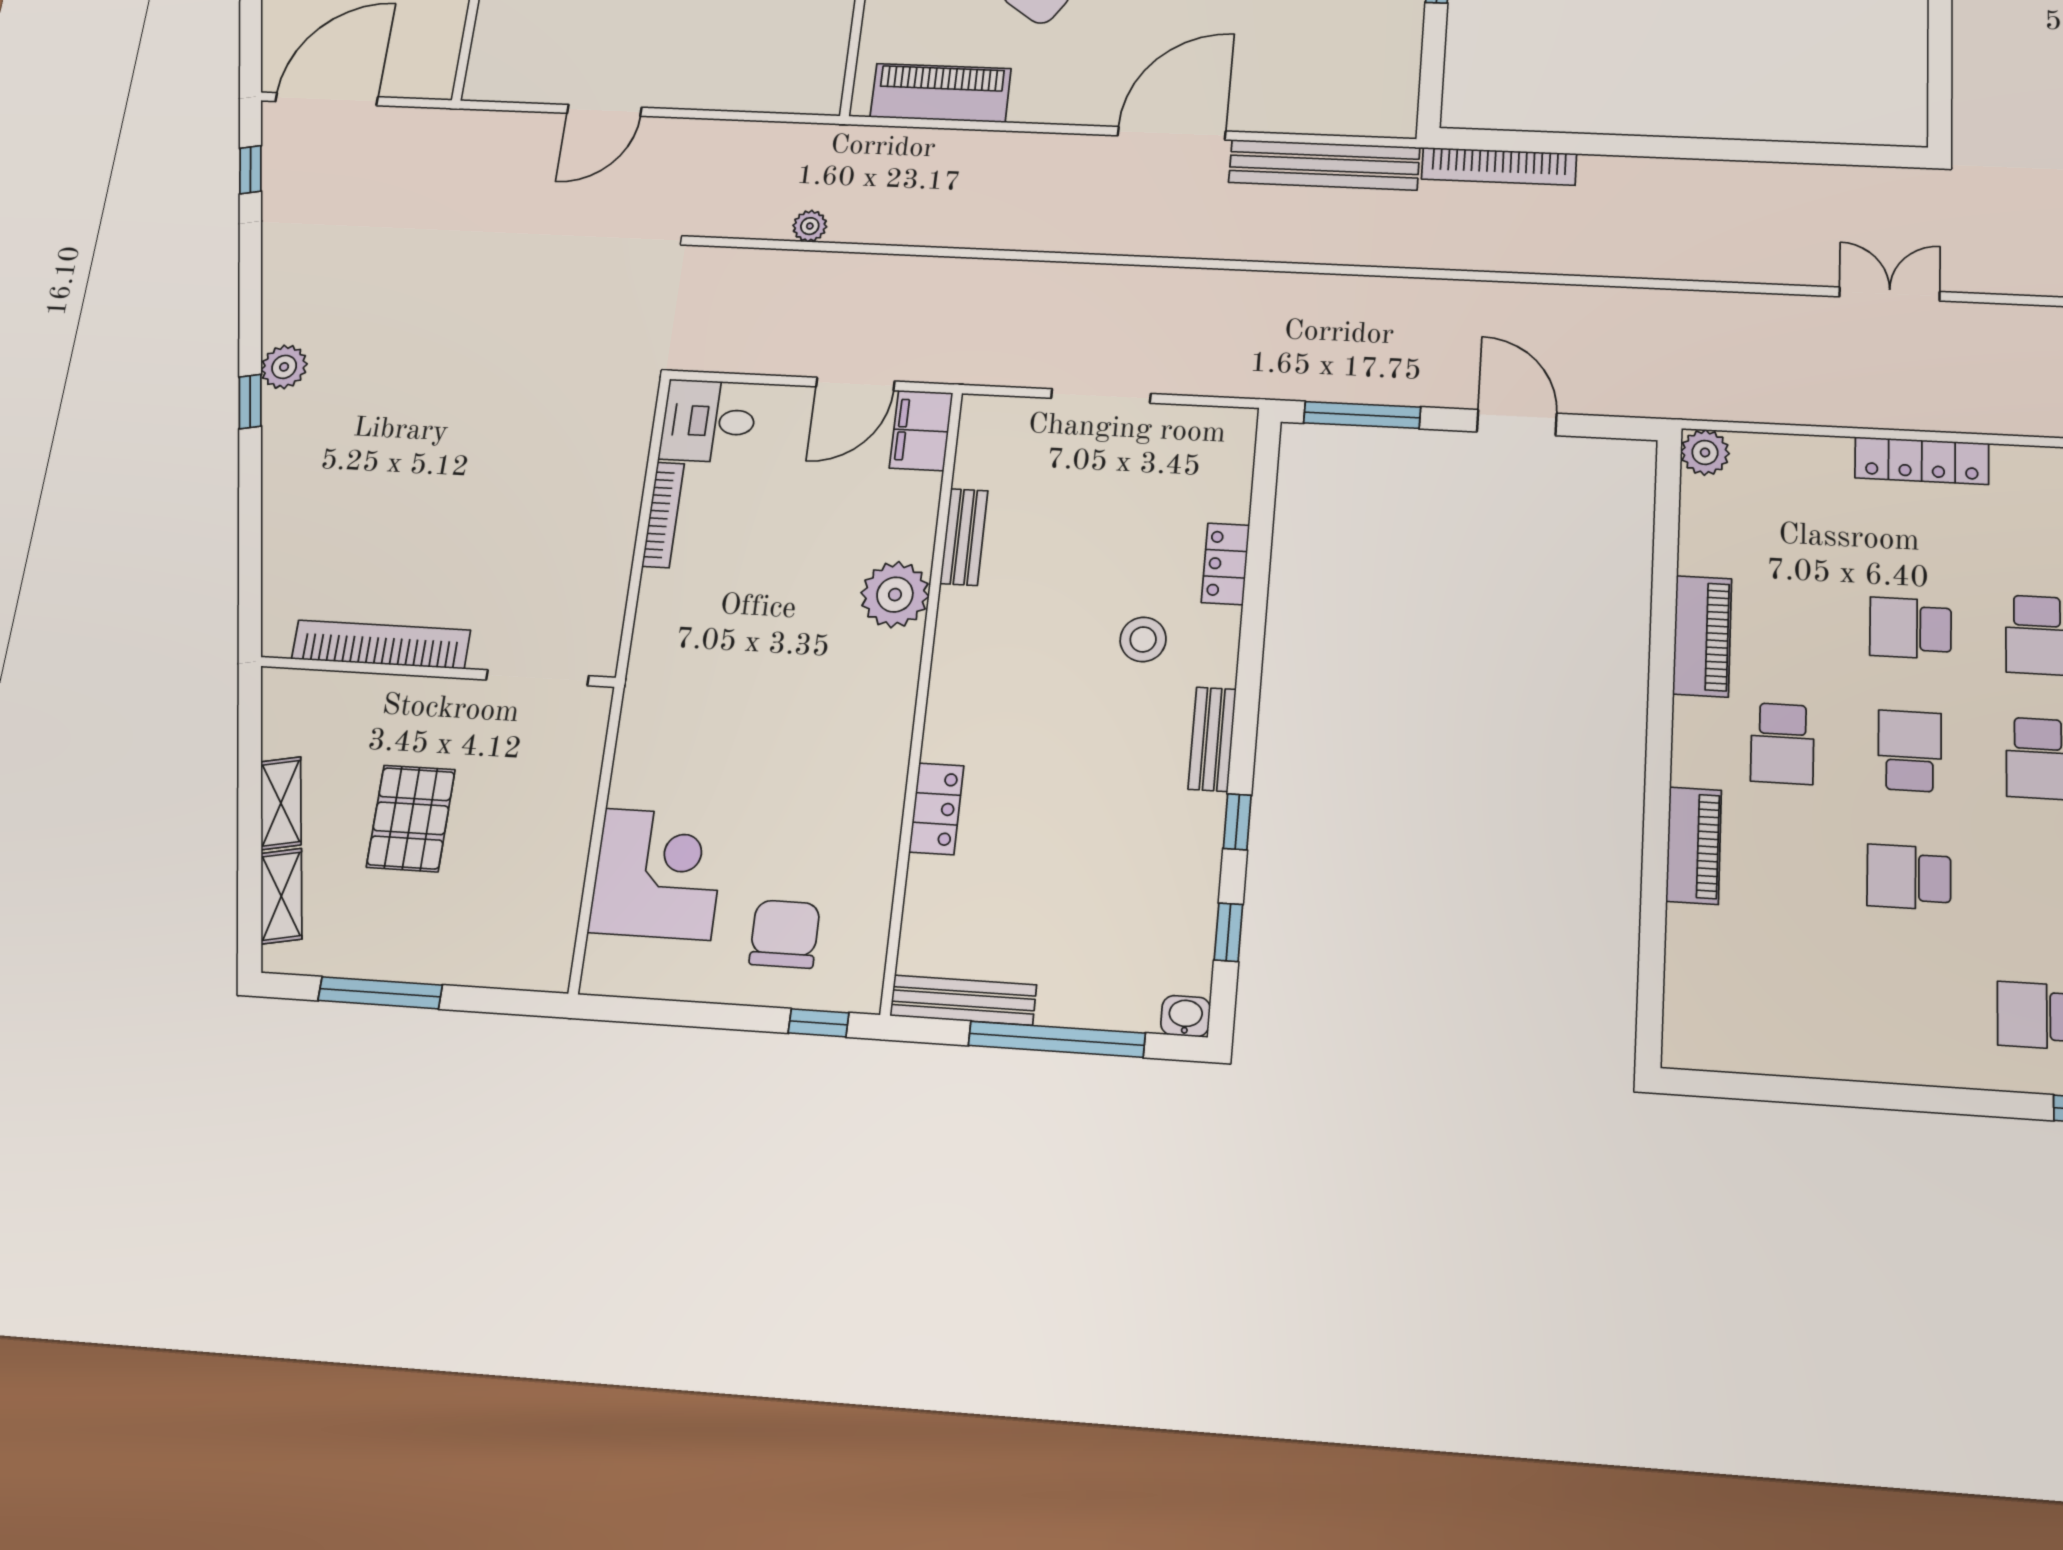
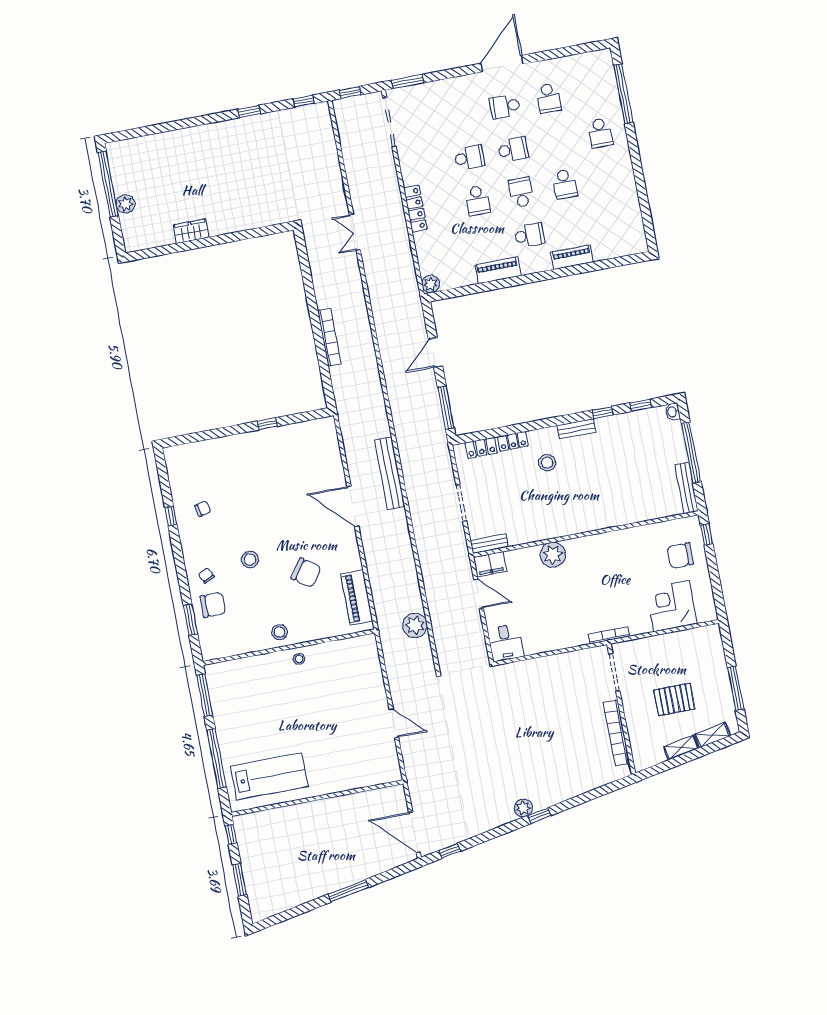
bench: (1324, 165) -> (390, 473), moved
bookcase: (1499, 166) -> (329, 337), moved
plant: (810, 226) -> (415, 625), width x1.88, depth x1.88
bookcase: (663, 515) -> (609, 635), moved
bench: (964, 537) -> (489, 544), moved
school desk: (1910, 751) -> (521, 192), turned 90
locker: (936, 809) -> (481, 448), moved, turned 180

